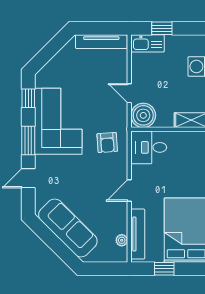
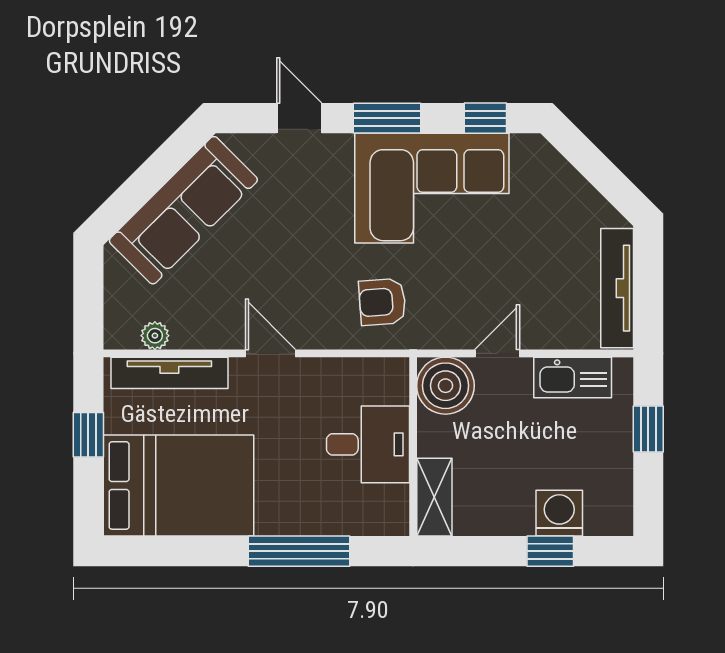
kitchen sink: (148, 43) -> (573, 377), moved, turned -90
desk: (149, 147) -> (368, 444), moved, turned 90

